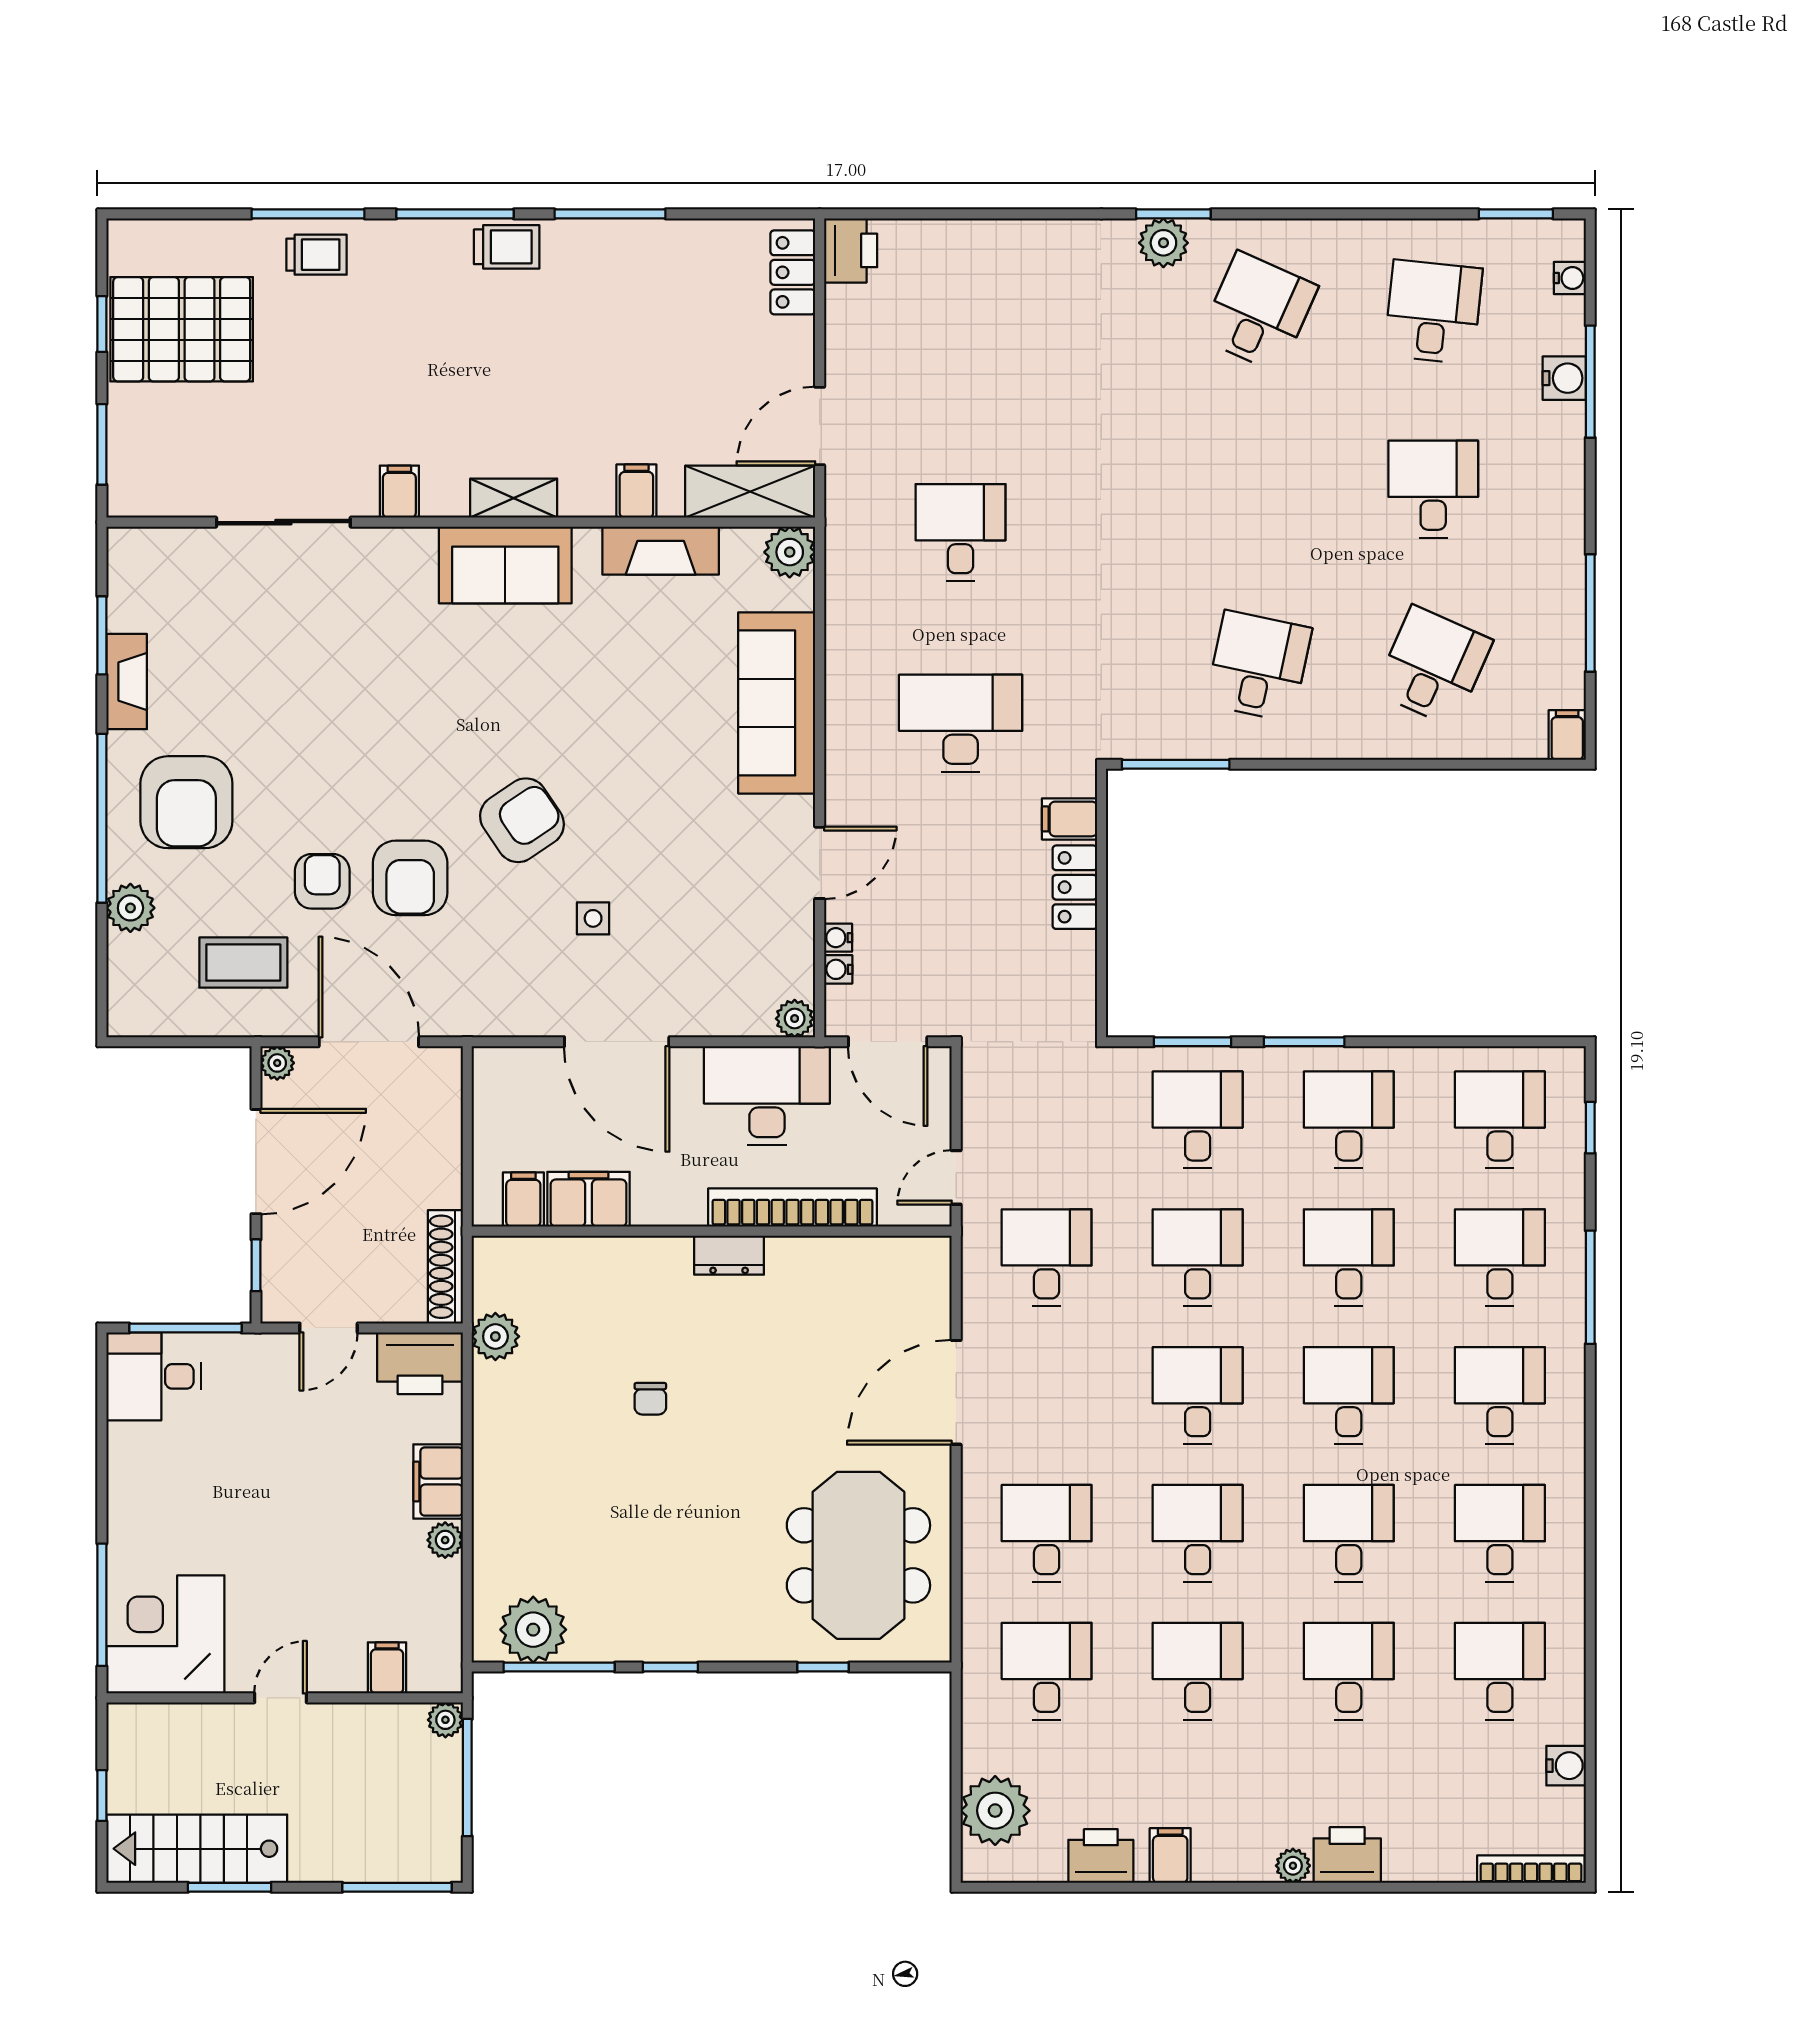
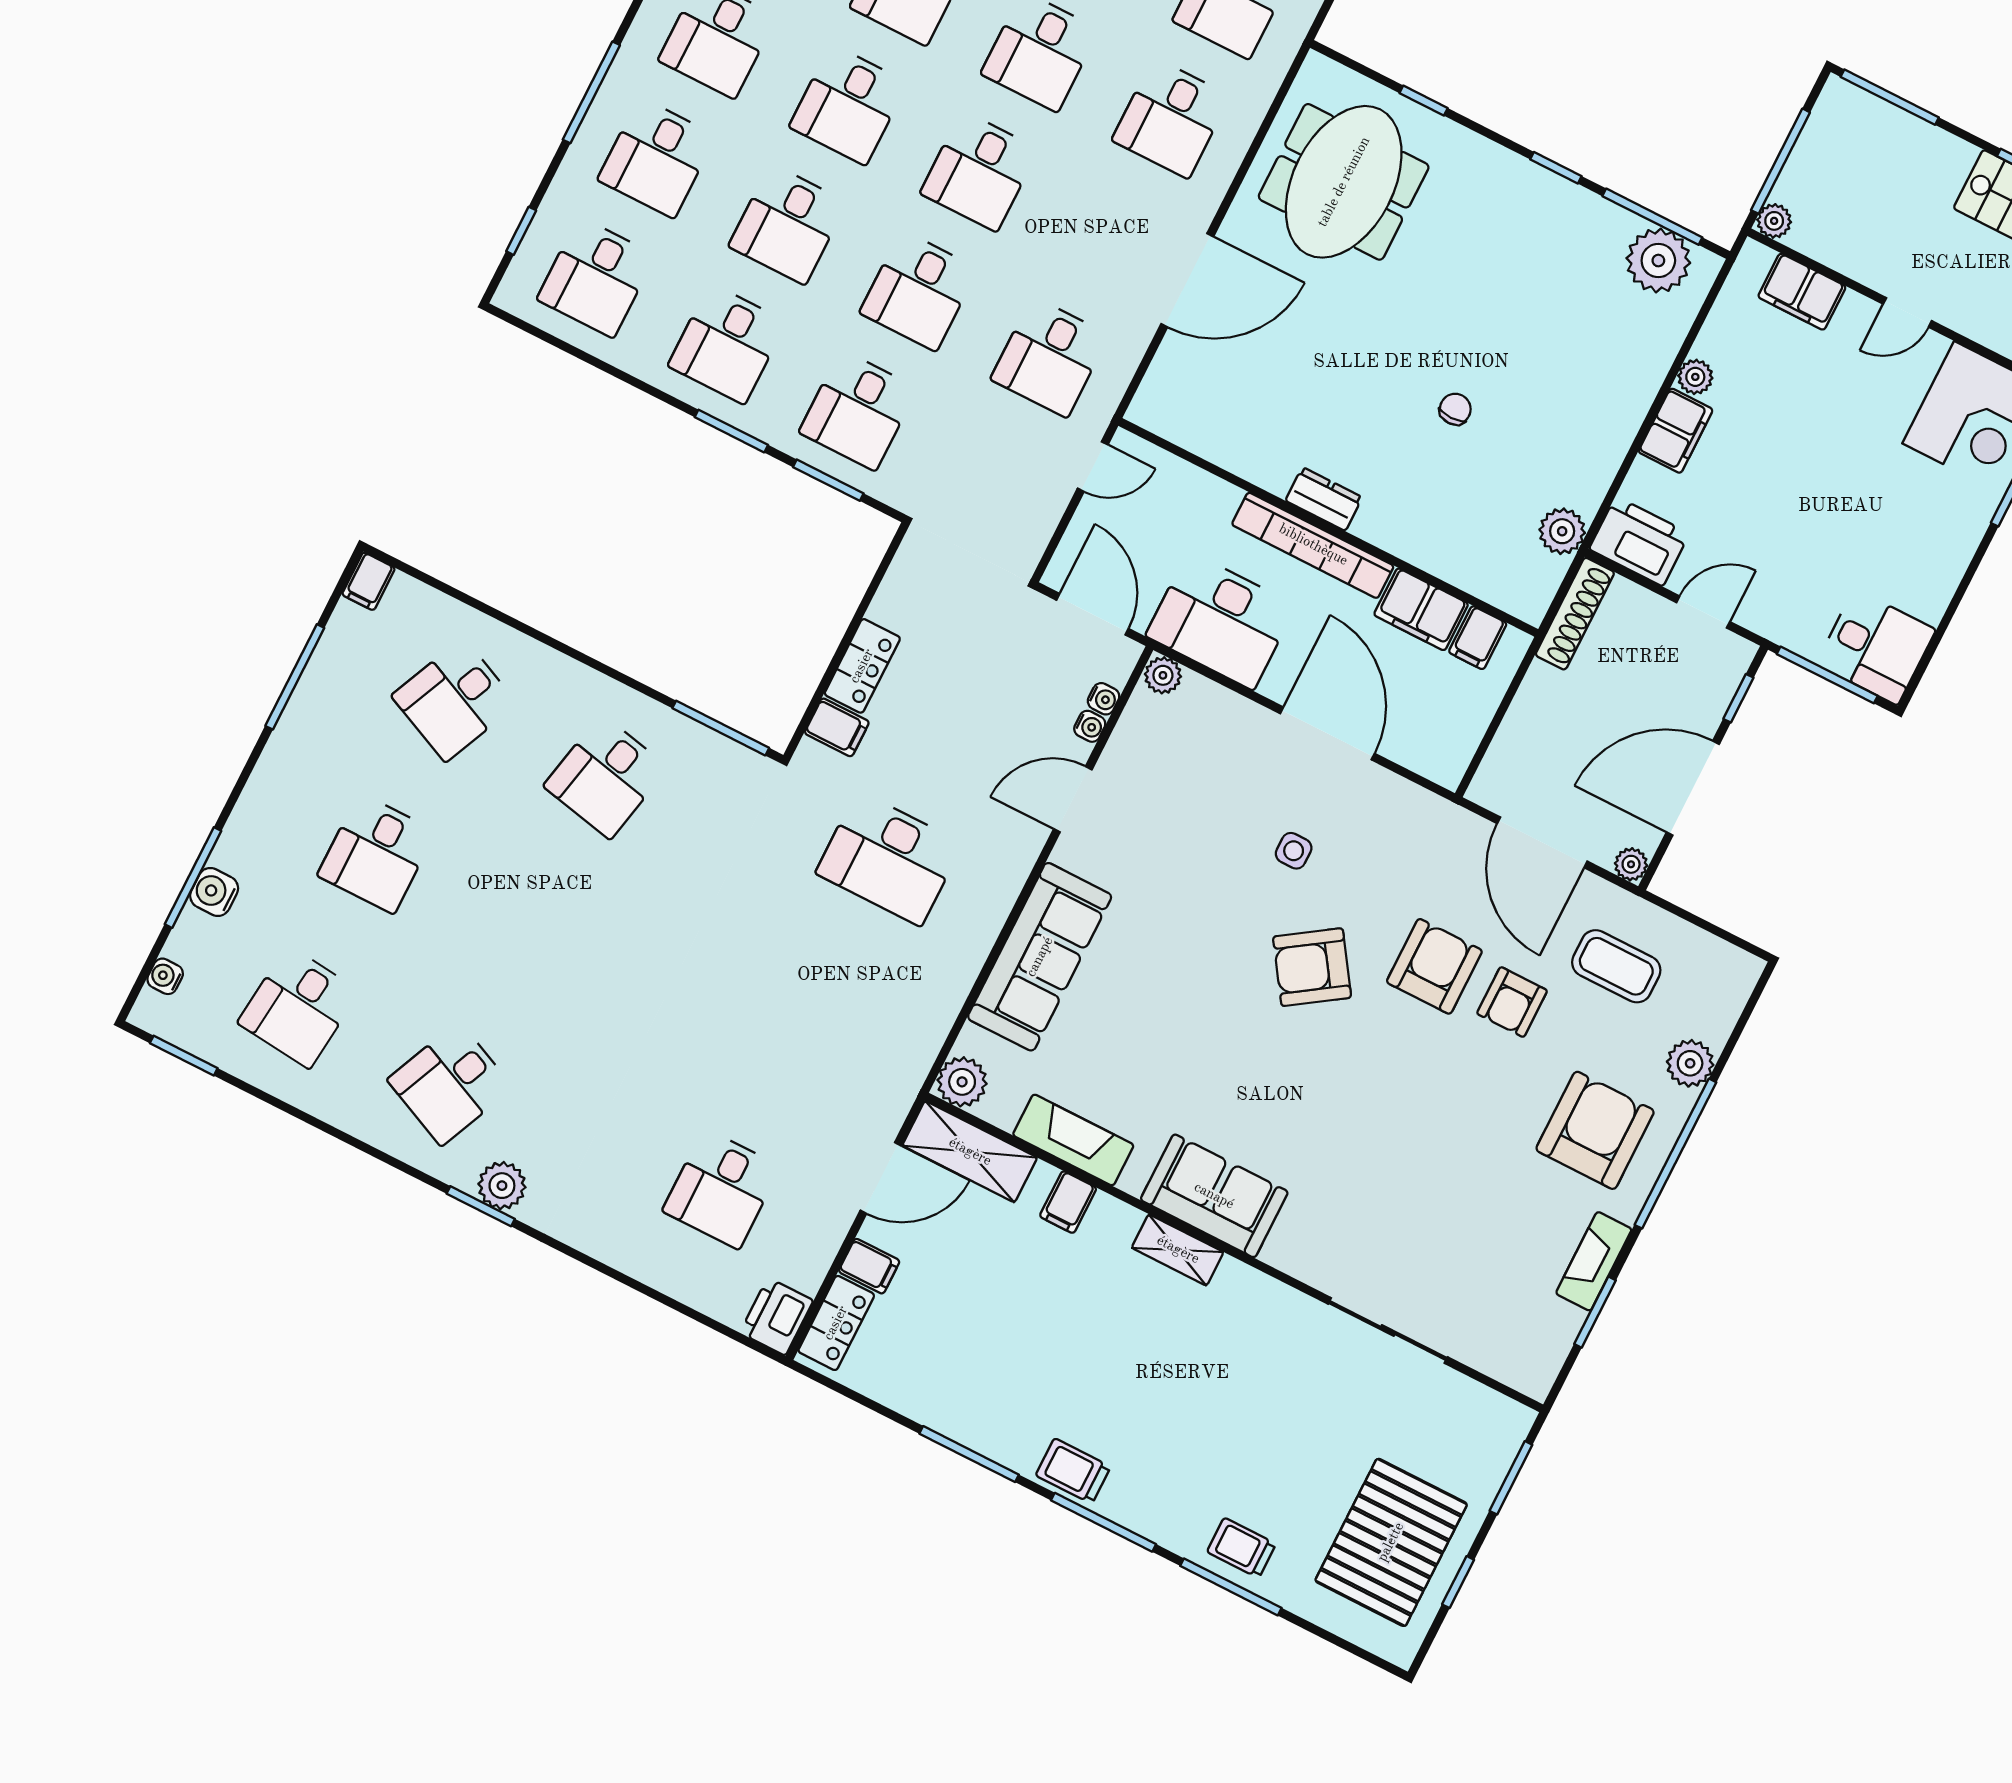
pallet: (182, 329) -> (1391, 1542), turned 90
filing cabinet: (399, 492) -> (869, 1266), moved, turned -90
desk: (961, 533) -> (722, 1189), moved
bookcase: (792, 1208) -> (1313, 545), moved
filing cabinet: (387, 1668) -> (1802, 292), width x2.00

